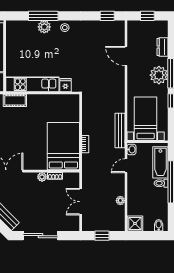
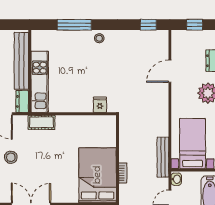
plant: (44, 27) -> (75, 37), removed
door: (126, 56) -> (170, 71), hinge flipped
kitchen unit: (32, 84) -> (40, 82), moved, turned 90

